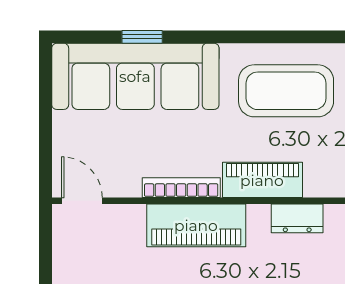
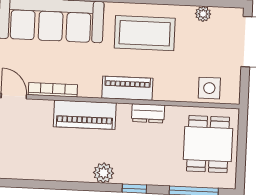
bookcase: (181, 188) -> (53, 90), moved

